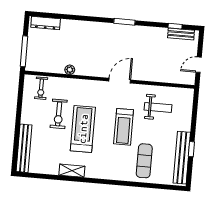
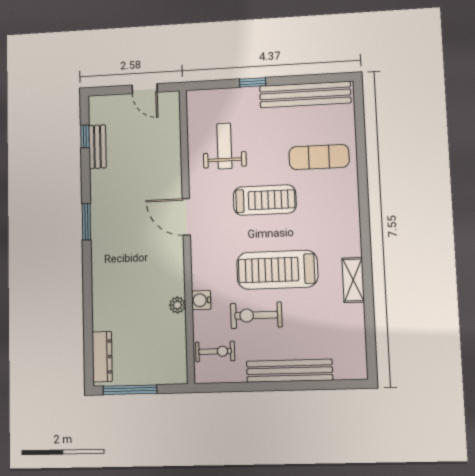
bench: (181, 34) -> (97, 147), moved
window: (24, 51) -> (130, 390), moved
water cooler: (71, 84) -> (201, 300), added
exercise bike: (59, 114) -> (256, 315), turned 180
bench: (24, 148) -> (290, 371), moved
window: (191, 149) -> (253, 82), moved

